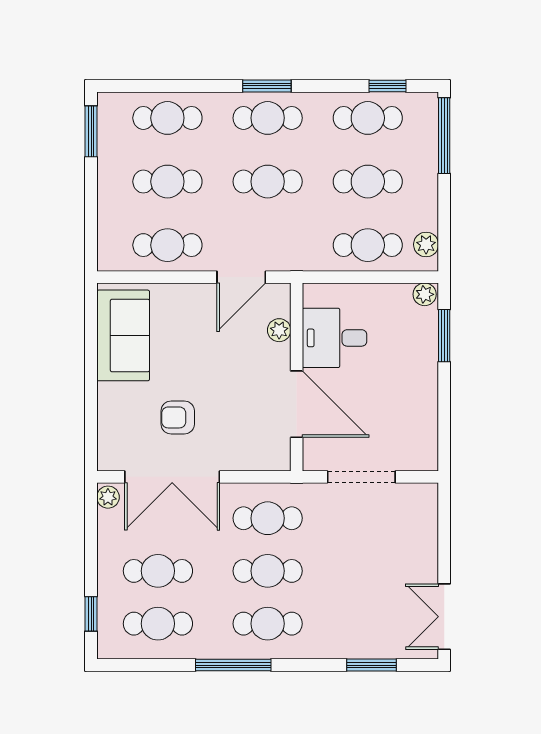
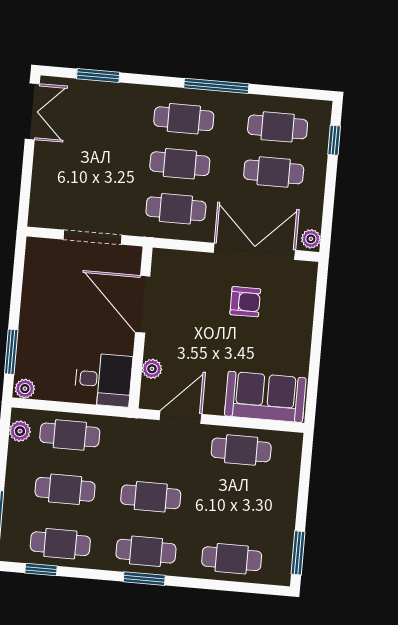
cafe table: (167, 182) -> (236, 504), removed
sofa: (123, 335) -> (265, 397), moved, turned 90
desk: (334, 338) -> (103, 380), moved

